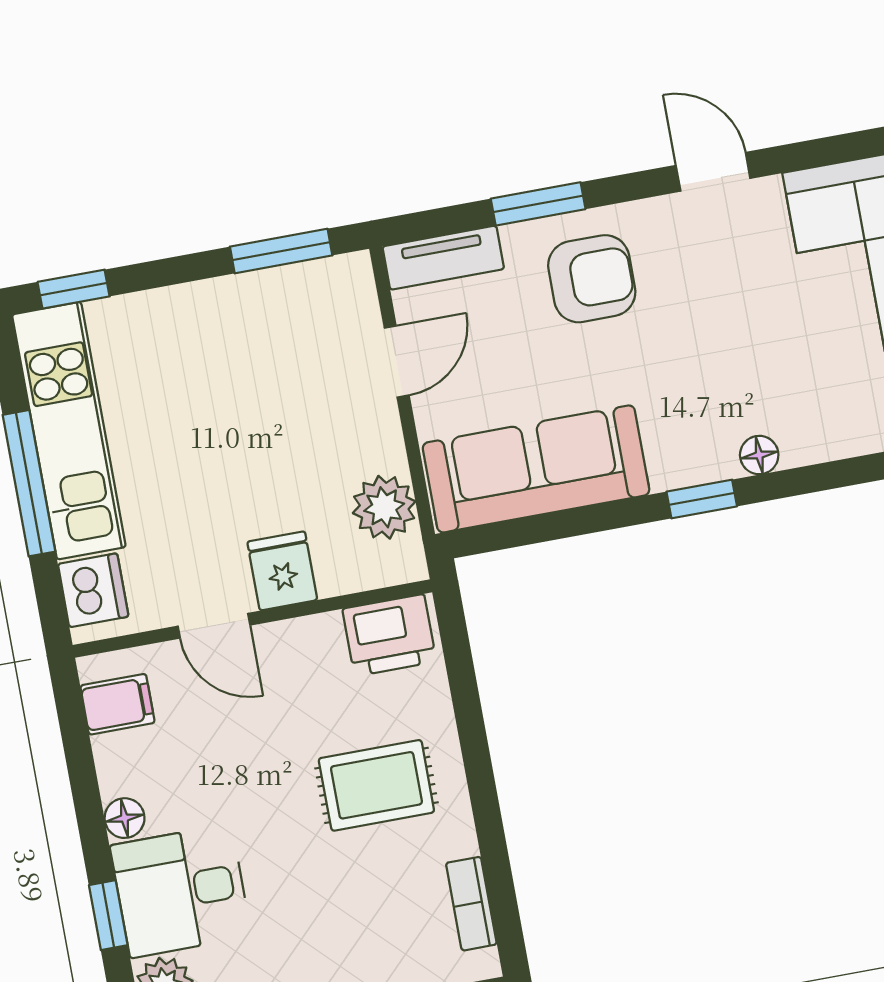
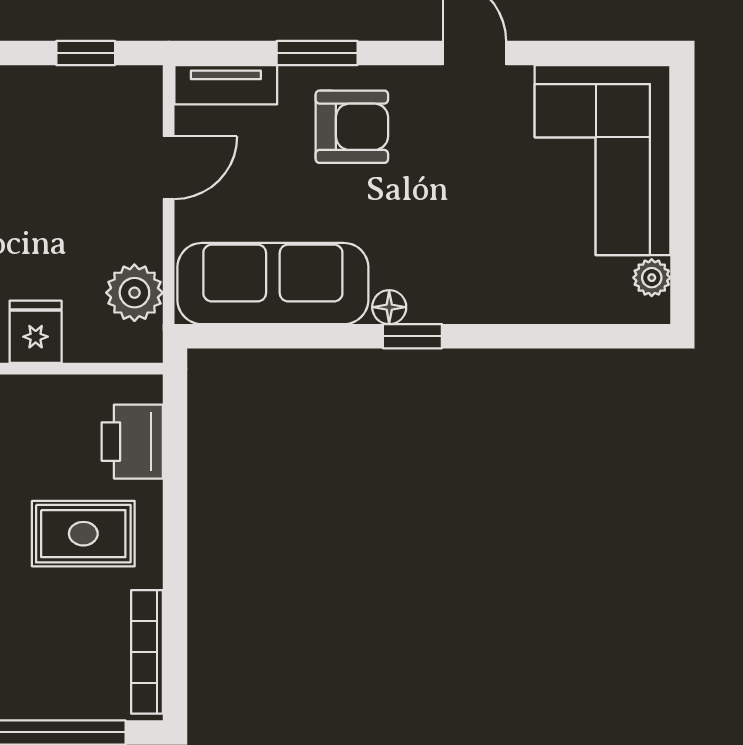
window: (281, 251) -> (86, 53), width x0.67
floor lamp: (759, 455) -> (389, 307), moved
printer: (389, 635) -> (132, 442), moved, turned 90
bookcase: (471, 904) -> (147, 652), width x1.56

